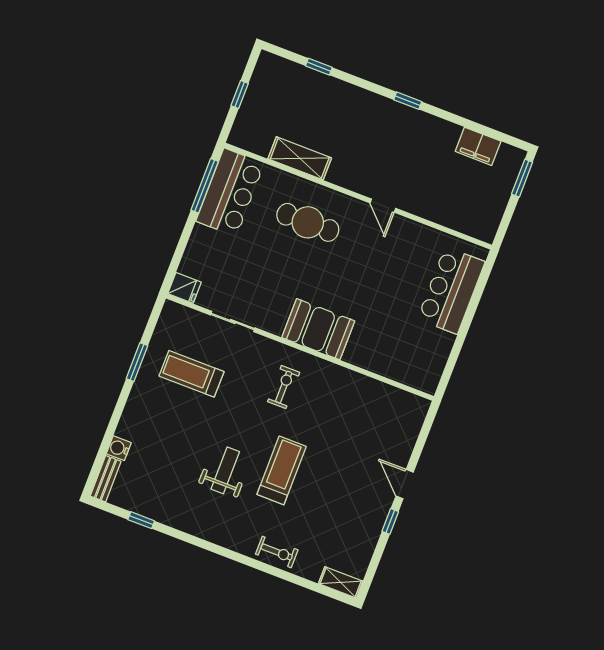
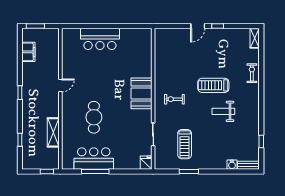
shelving: (300, 158) -> (53, 132), moved
wall: (358, 196) -> (60, 99), moved
door: (383, 206) -> (60, 85), moved

